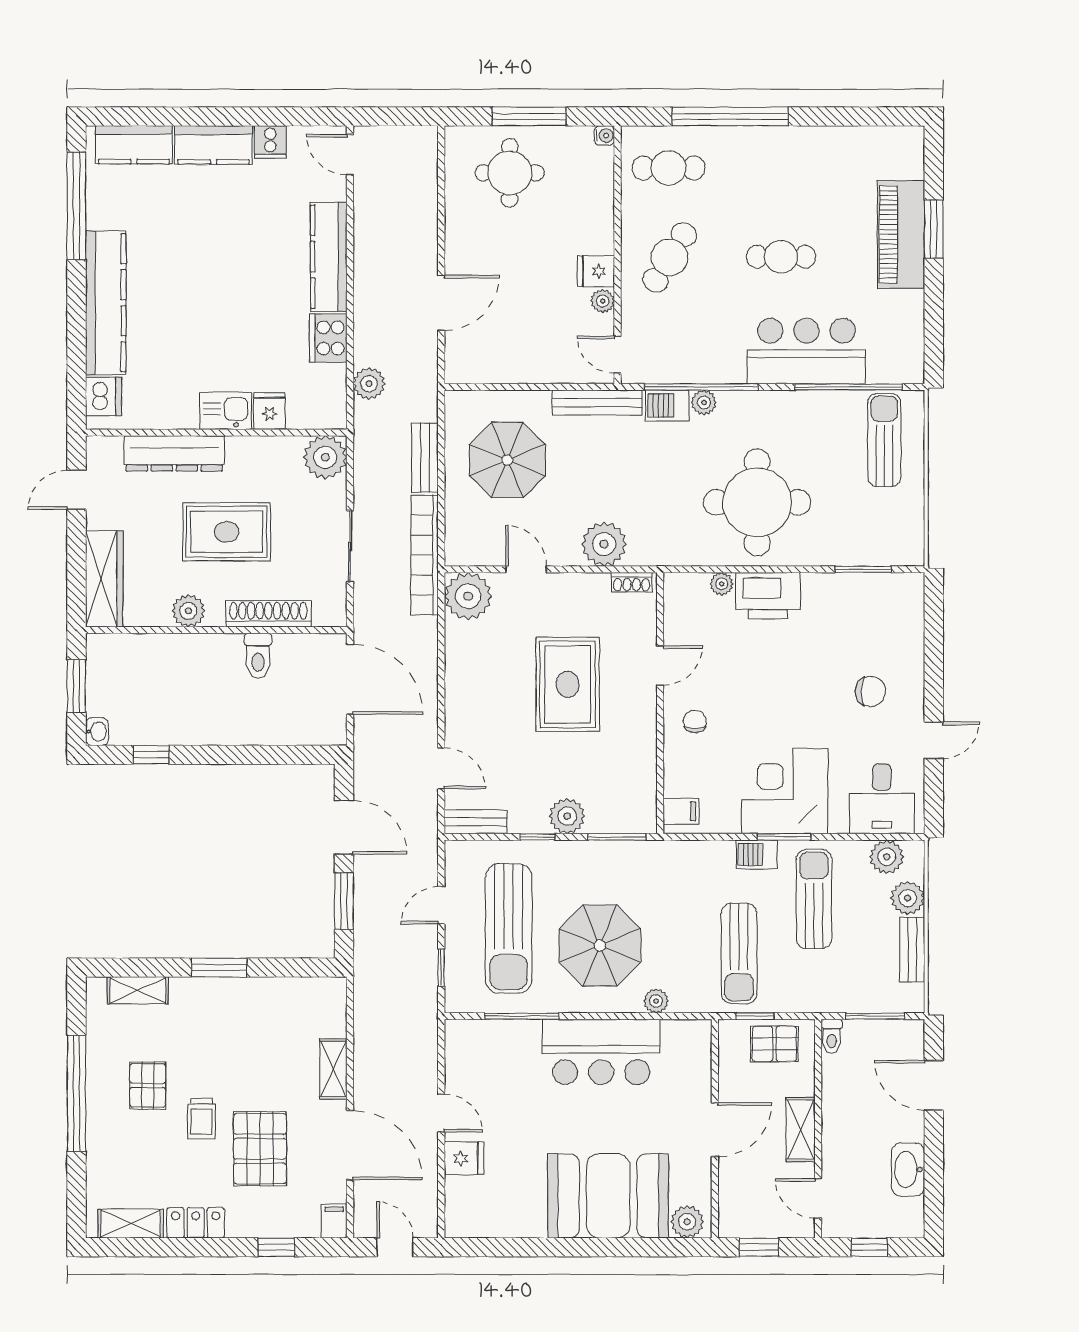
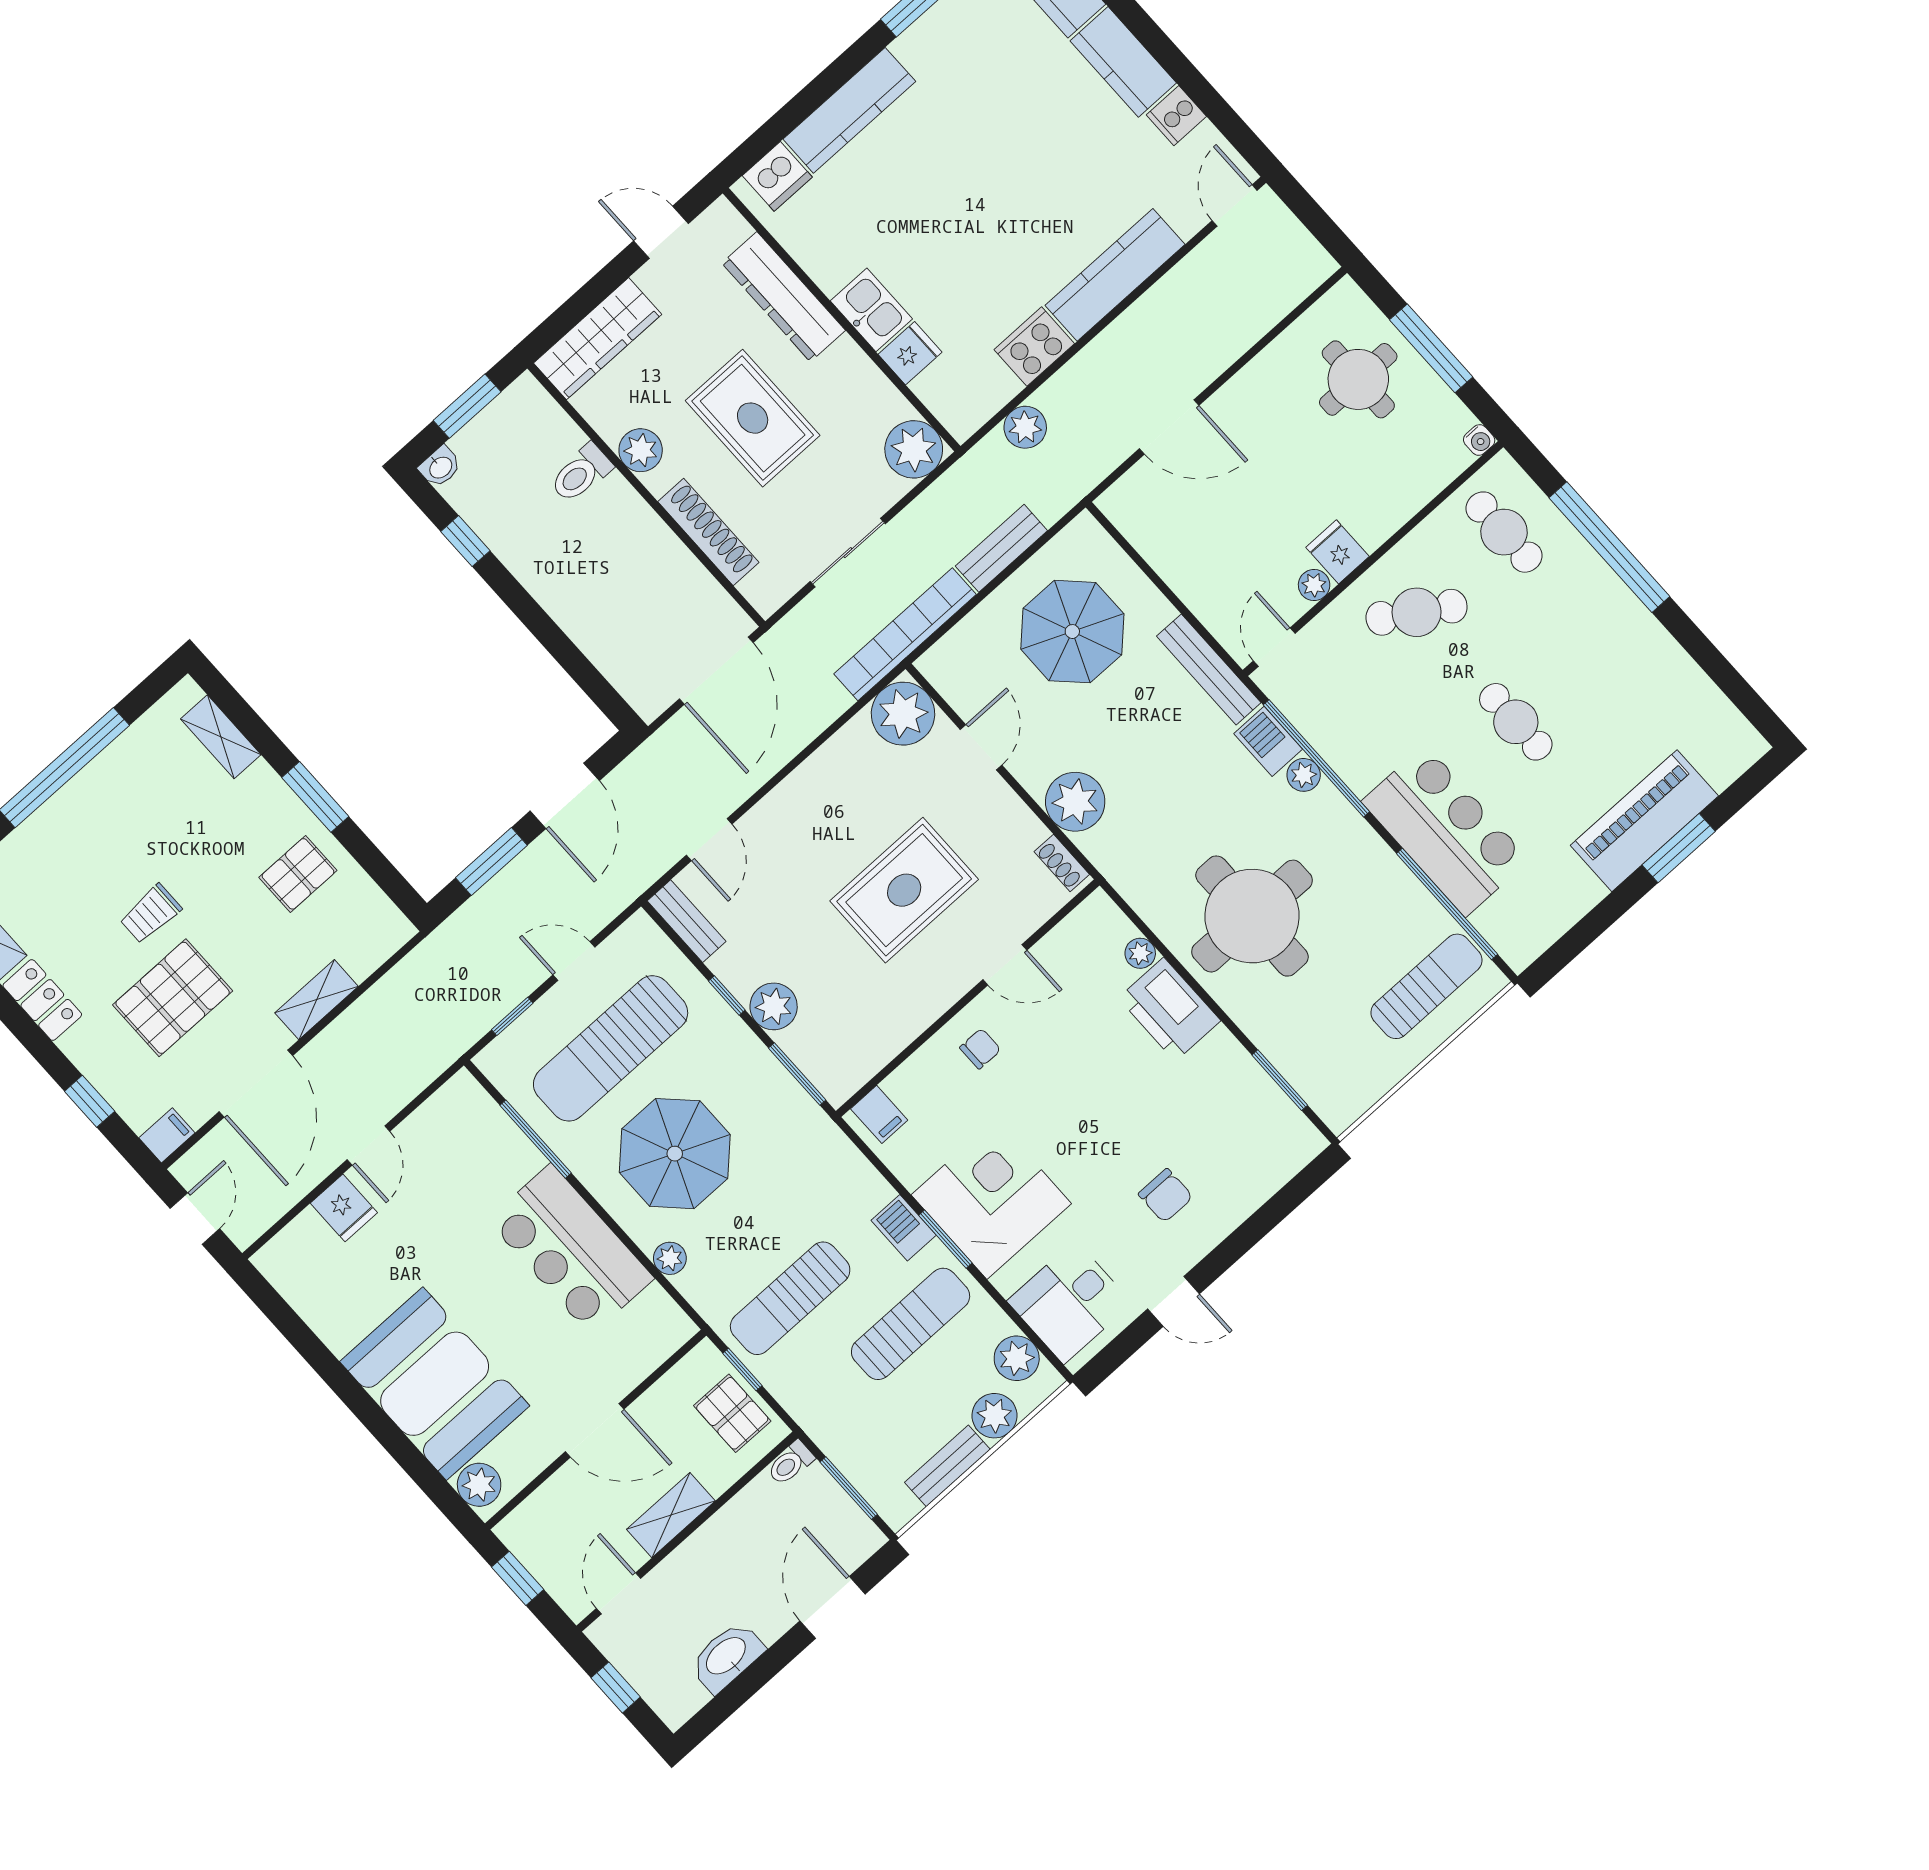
kitchen counter: (106, 303) -> (849, 110), width x0.72, depth x0.86
toilet: (258, 656) -> (581, 473), moved
pallet: (148, 1085) -> (298, 874), moved

